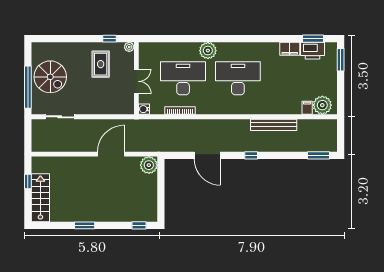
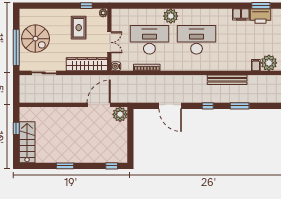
wardrobe: (110, 107) -> (87, 64), added
door: (111, 154) -> (99, 105), moved
window: (319, 155) -> (240, 106), moved

